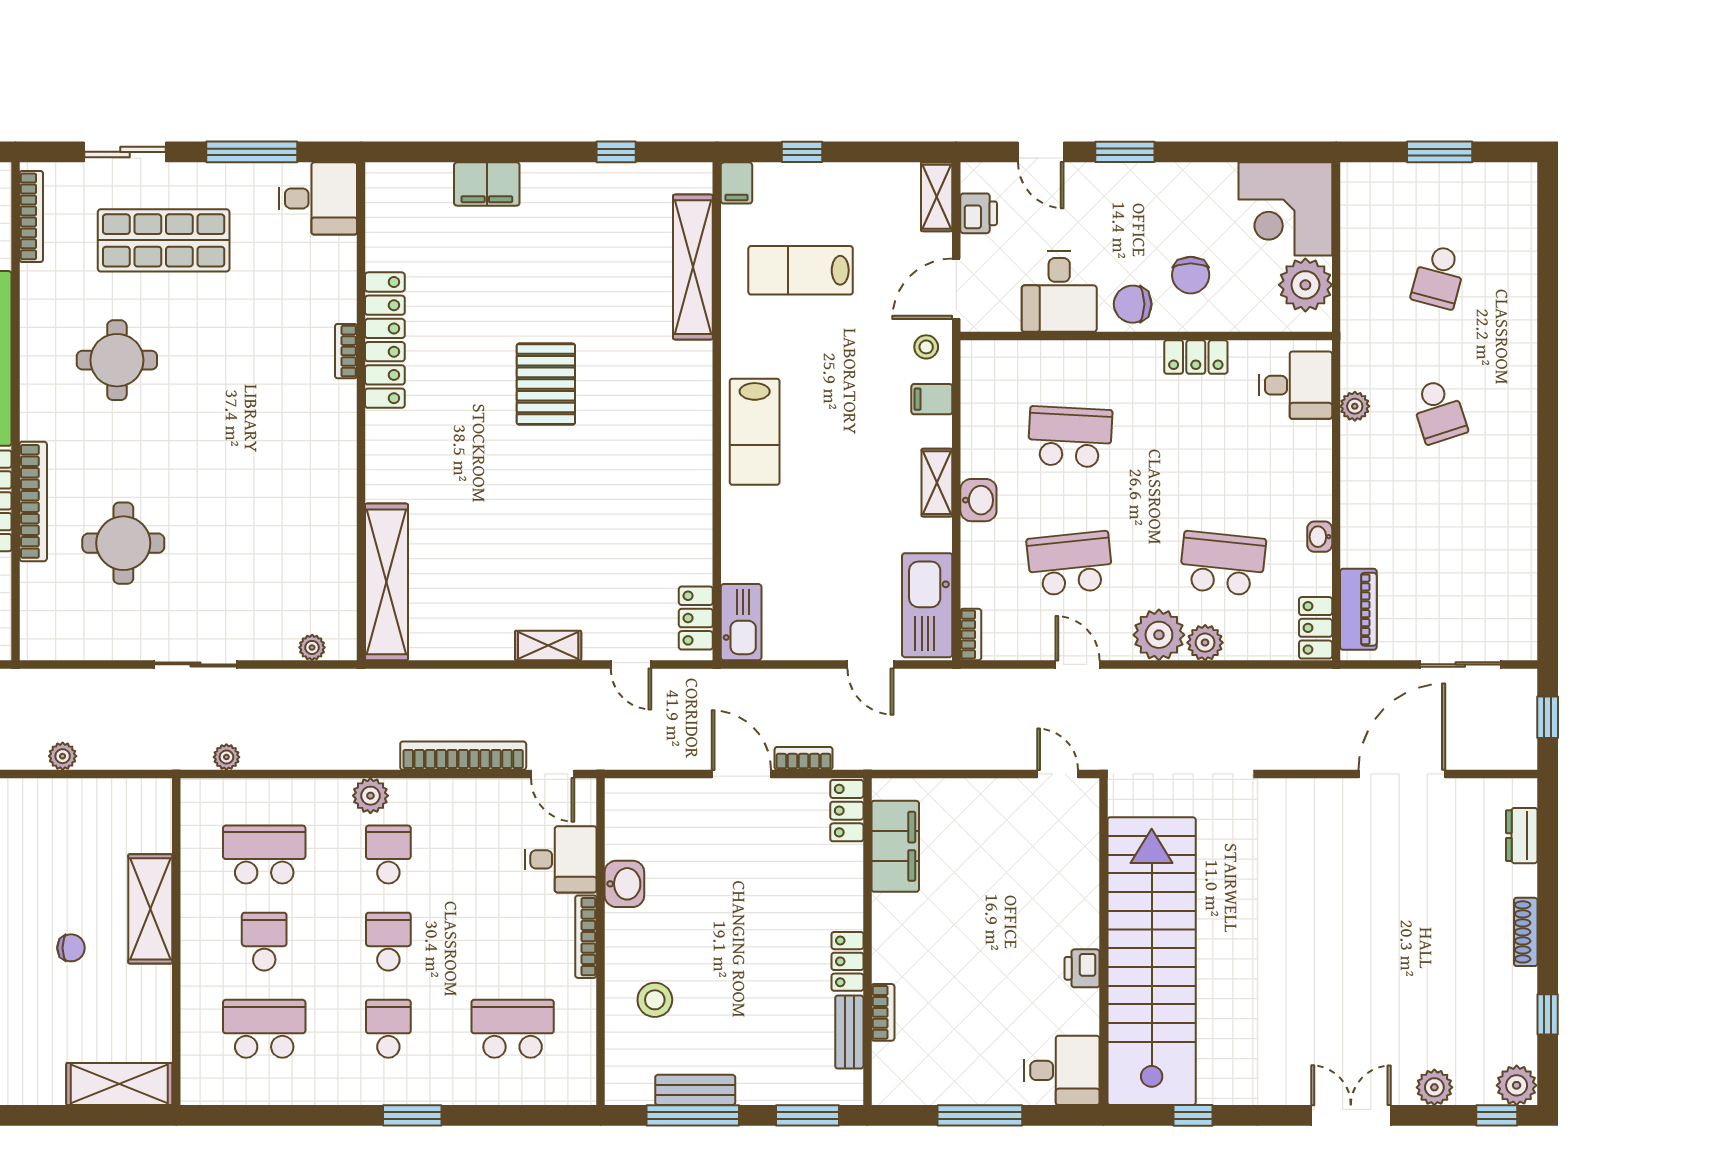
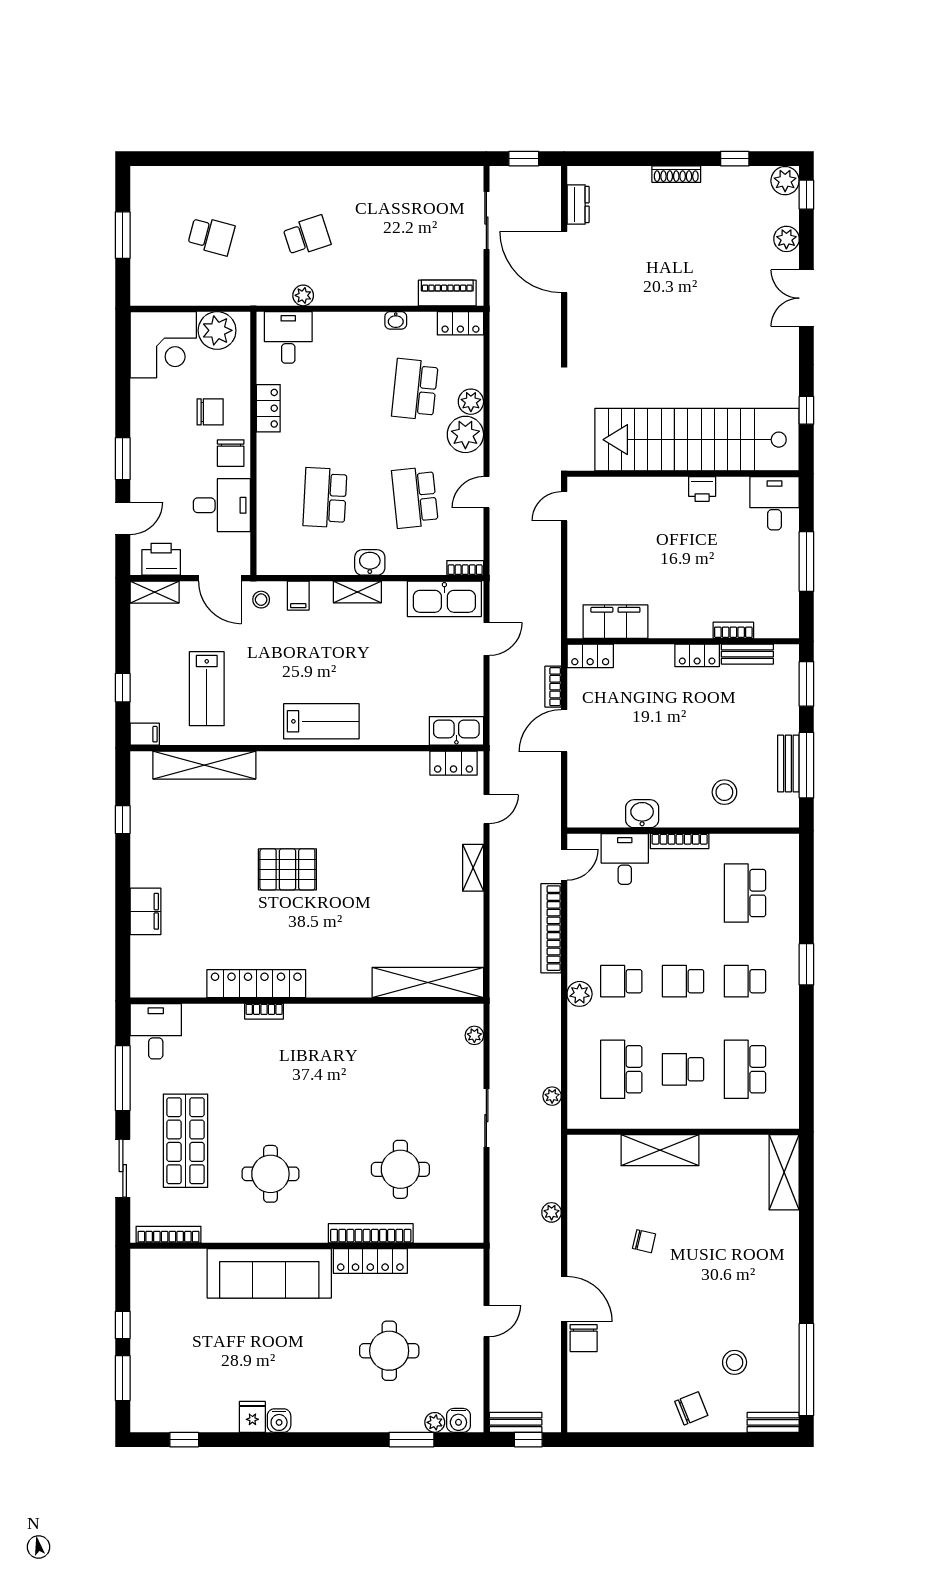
printer: (979, 213) -> (161, 559), width x1.36, depth x1.24
dresser: (1522, 836) -> (578, 204), moved, turned -90
chair: (71, 948) -> (644, 1241), moved, turned 103

